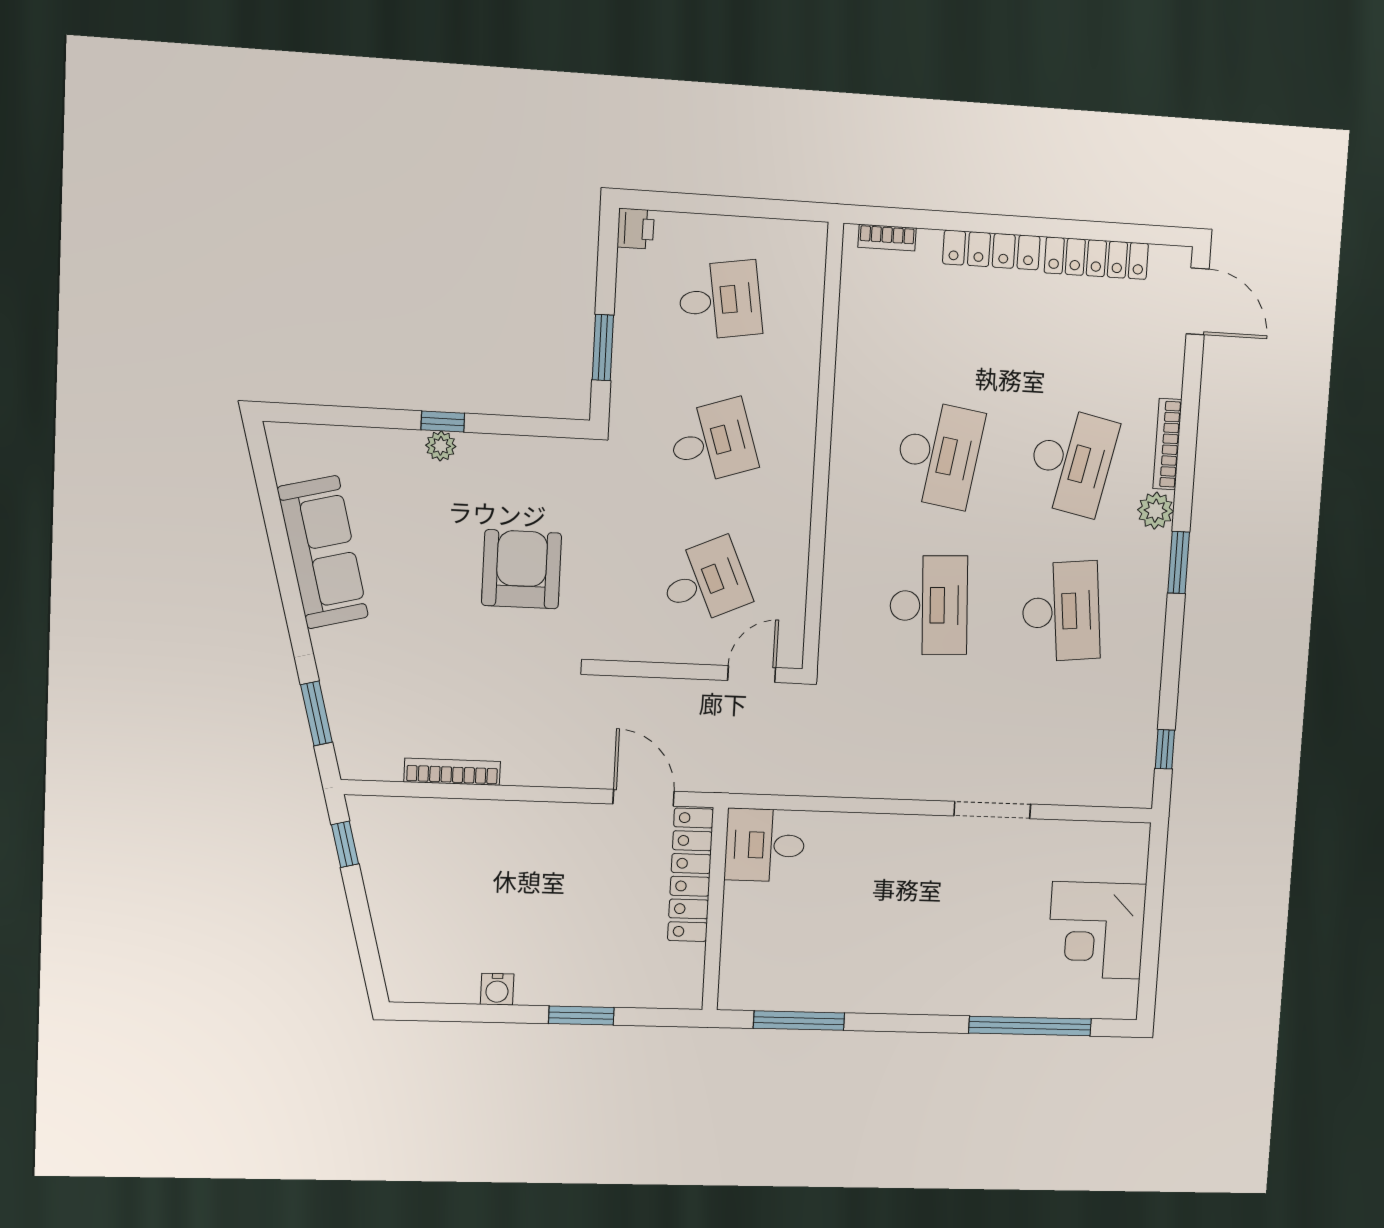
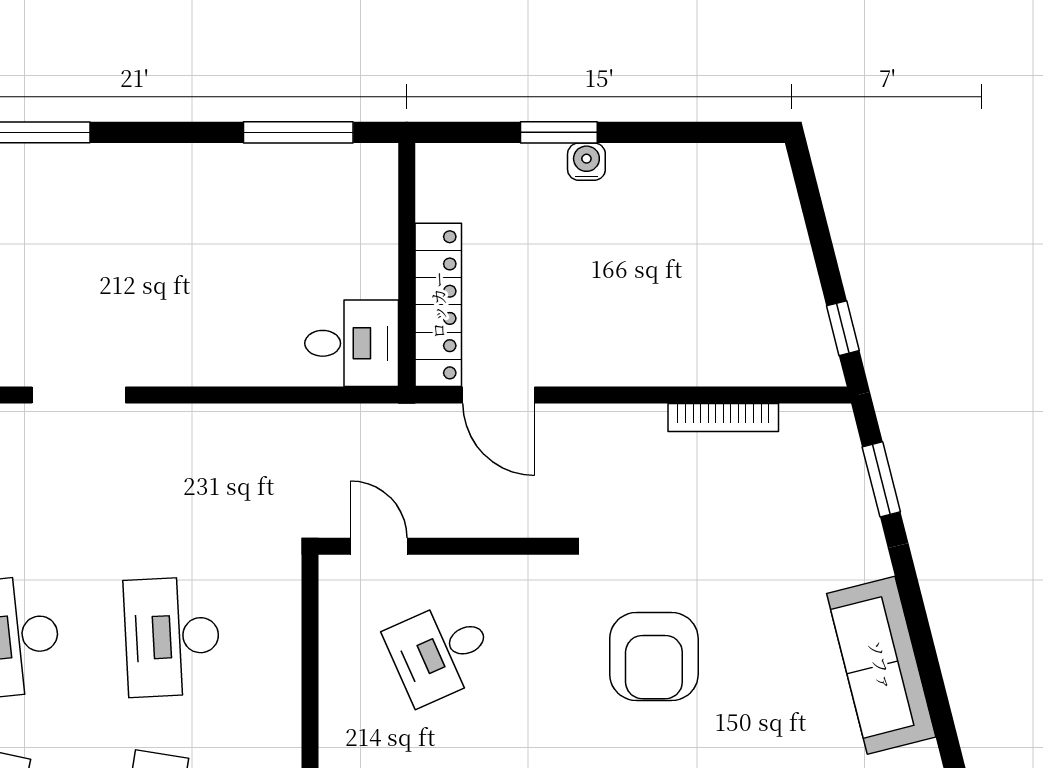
door: (752, 674) -> (379, 546), swing flipped
water cooler: (497, 989) -> (586, 162), moved

